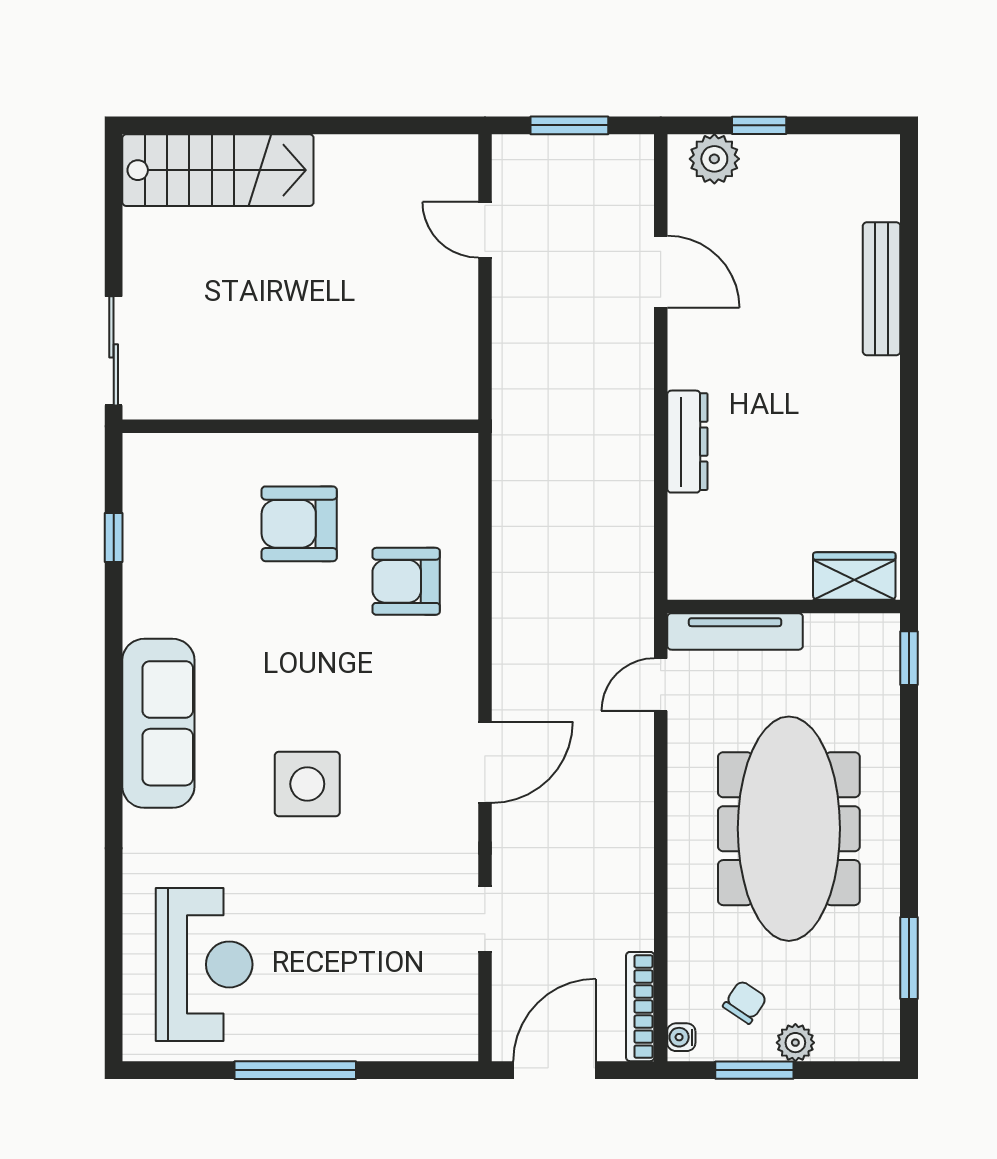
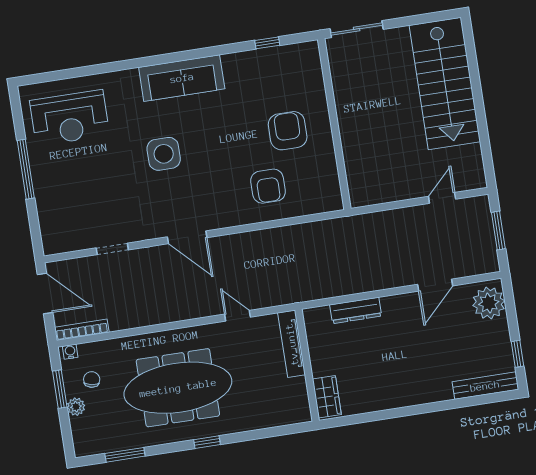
window: (759, 125) -> (517, 354), moved
plant: (714, 159) -> (489, 303), width x1.36, depth x1.36
stairs: (218, 170) -> (445, 84), width x1.36, depth x1.51
bench: (882, 289) -> (485, 386), moved
wardrobe: (854, 576) -> (327, 397), moved
armchair: (406, 581) -> (268, 186), turned 180
wall: (784, 606) -> (307, 365), moved
tv unit: (735, 631) -> (292, 344), moved
window: (909, 658) -> (207, 442), moved
chair: (745, 1002) -> (92, 379), turned -113

